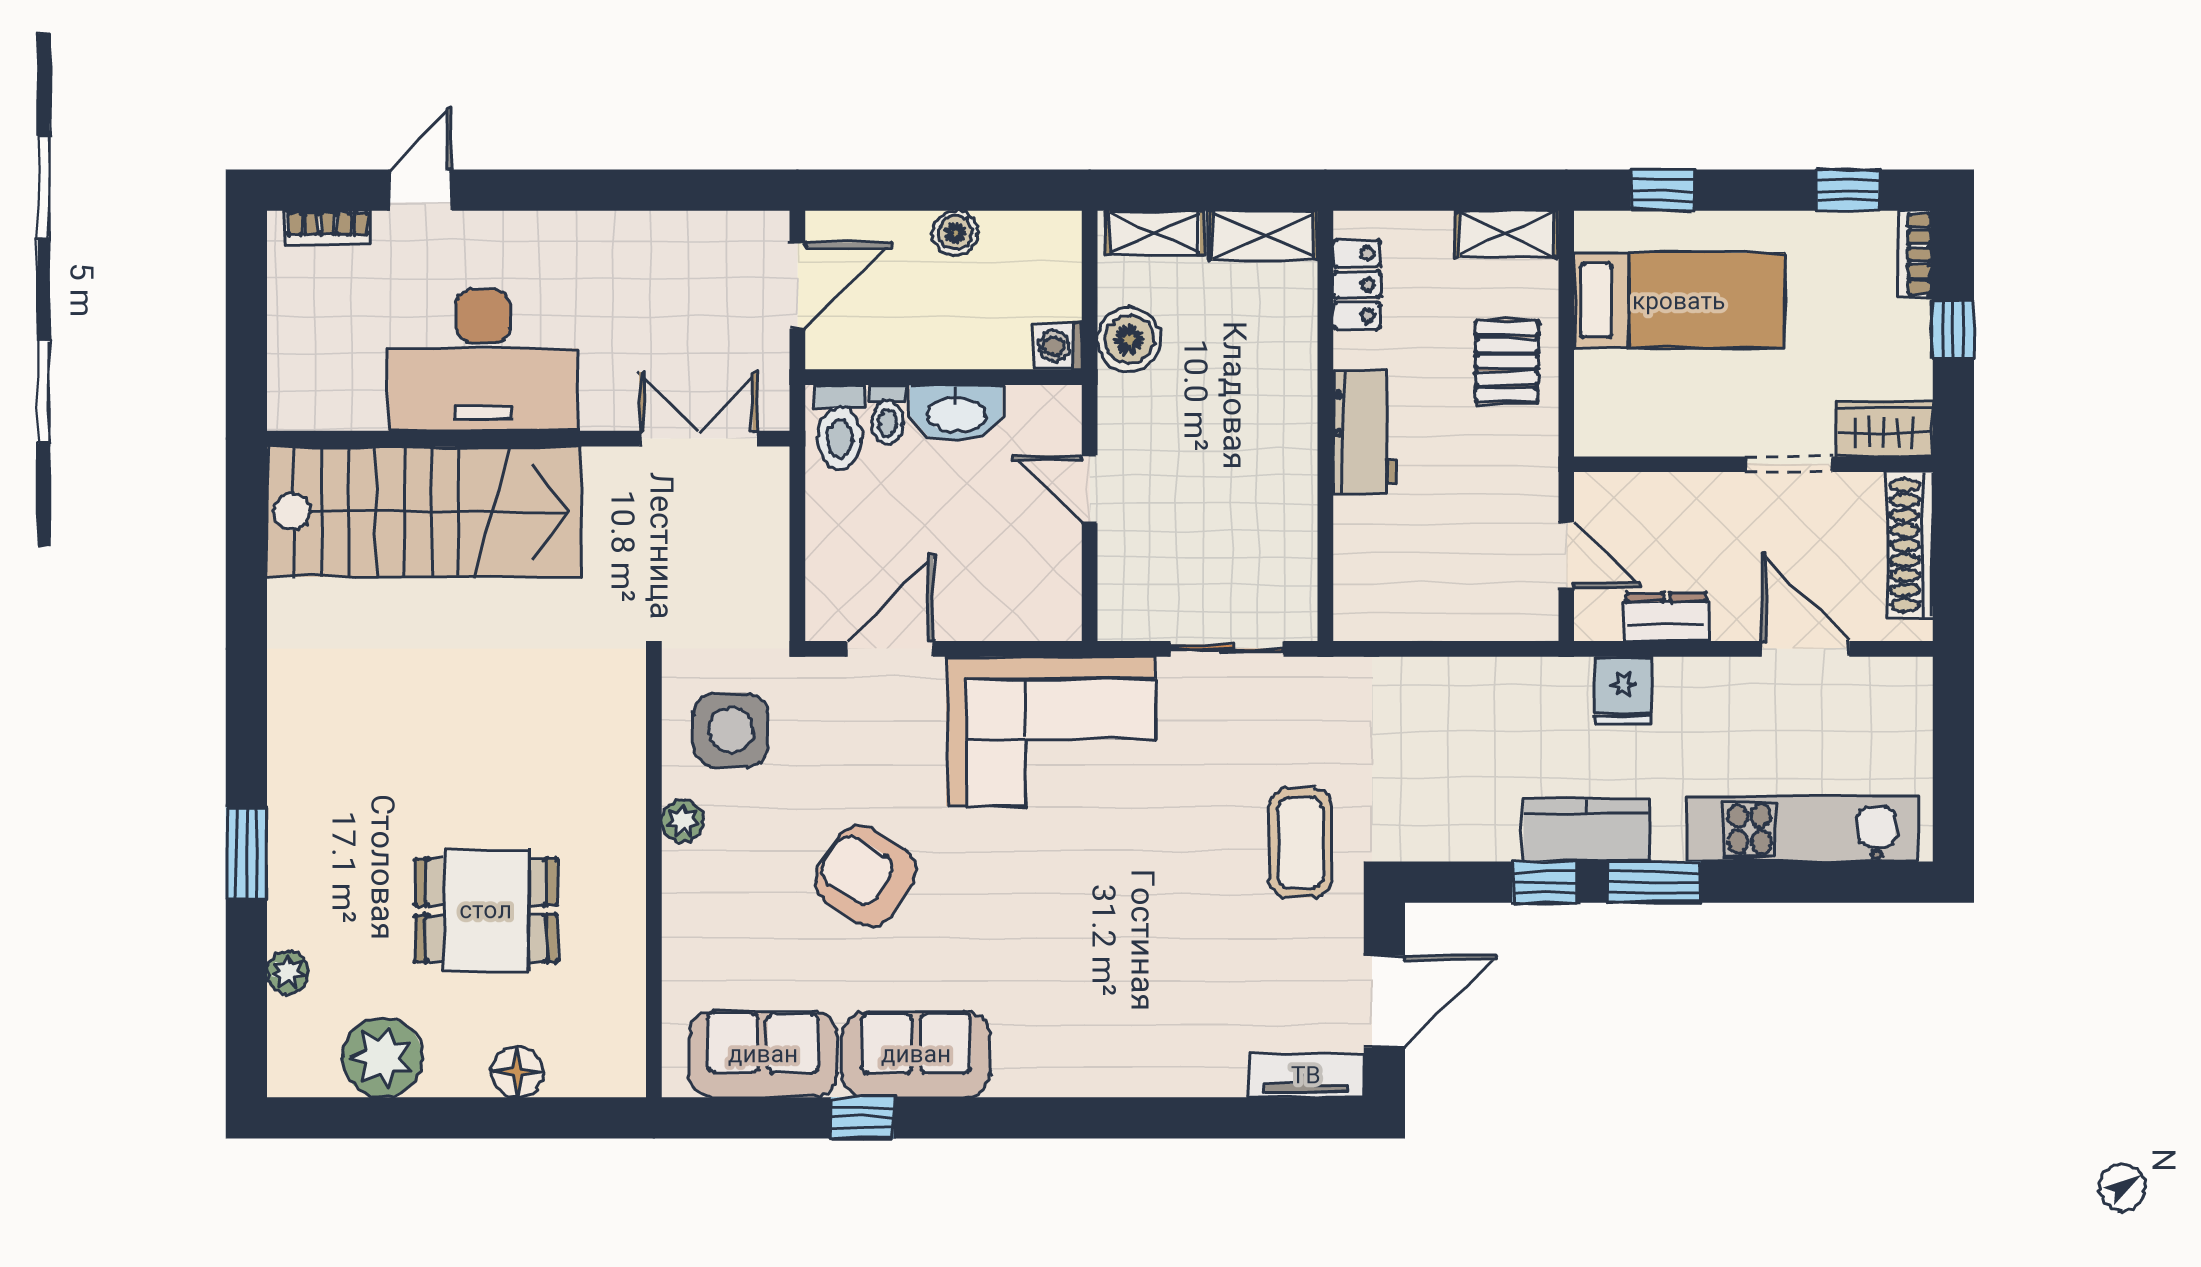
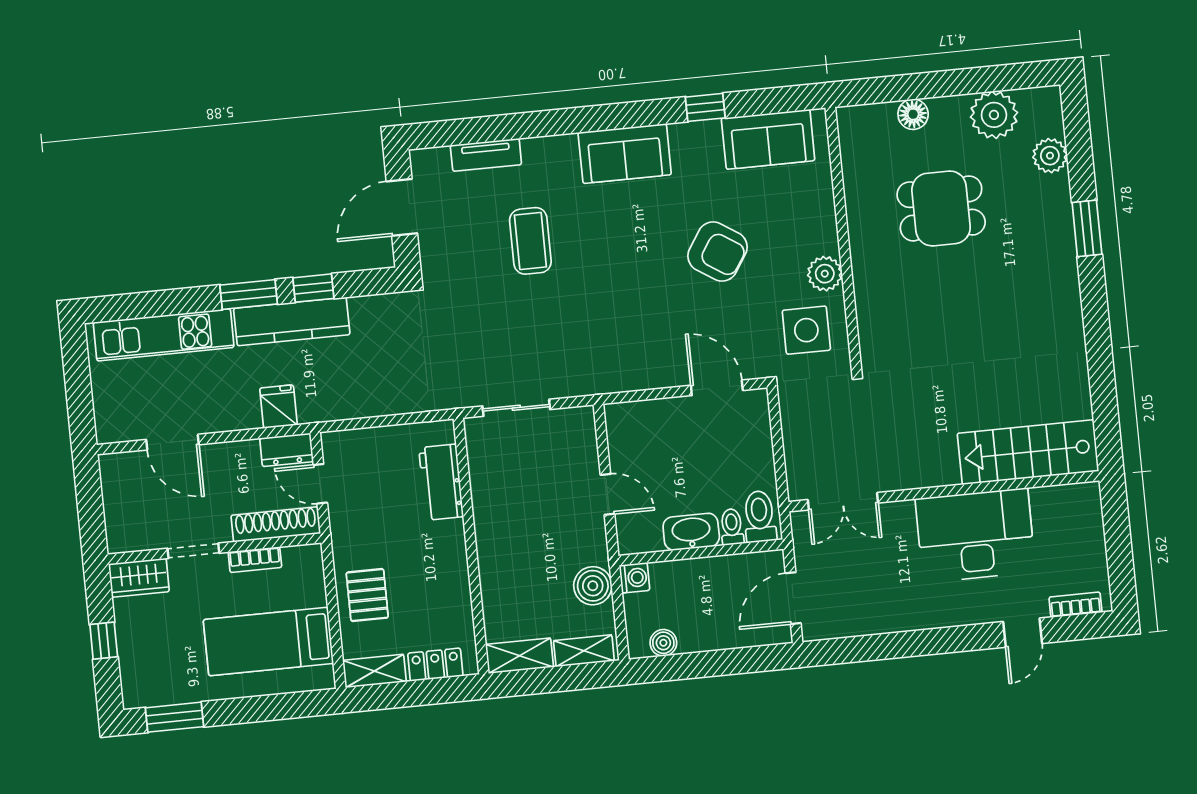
window: (1662, 190) -> (285, 706), removed
window: (1848, 190) -> (175, 717), width x1.50
boiler: (955, 233) -> (663, 643), moved
bookcase: (1915, 254) -> (255, 560), moved, turned 90
locker: (1357, 285) -> (435, 665), moved, turned 90
workbench: (1365, 432) -> (441, 482), moved
stairs: (424, 512) -> (1028, 452), width x0.73, depth x0.66
shoe rack: (1910, 545) -> (276, 524), moved, turned -90
dresser: (1666, 617) -> (287, 450), moved
door: (890, 649) -> (717, 388), swing flipped
corner sofa: (1051, 731) -> (616, 348), removed
plant: (683, 821) -> (825, 274), width x1.38, depth x1.38
kitchen counter: (1587, 830) -> (292, 322), width x1.50
coffee table: (1301, 843) -> (530, 241), moved
plant: (288, 972) -> (1050, 156), width x1.38, depth x1.38
sofa: (916, 1054) -> (625, 154), moved
tv unit: (1306, 1075) -> (486, 155), moved

